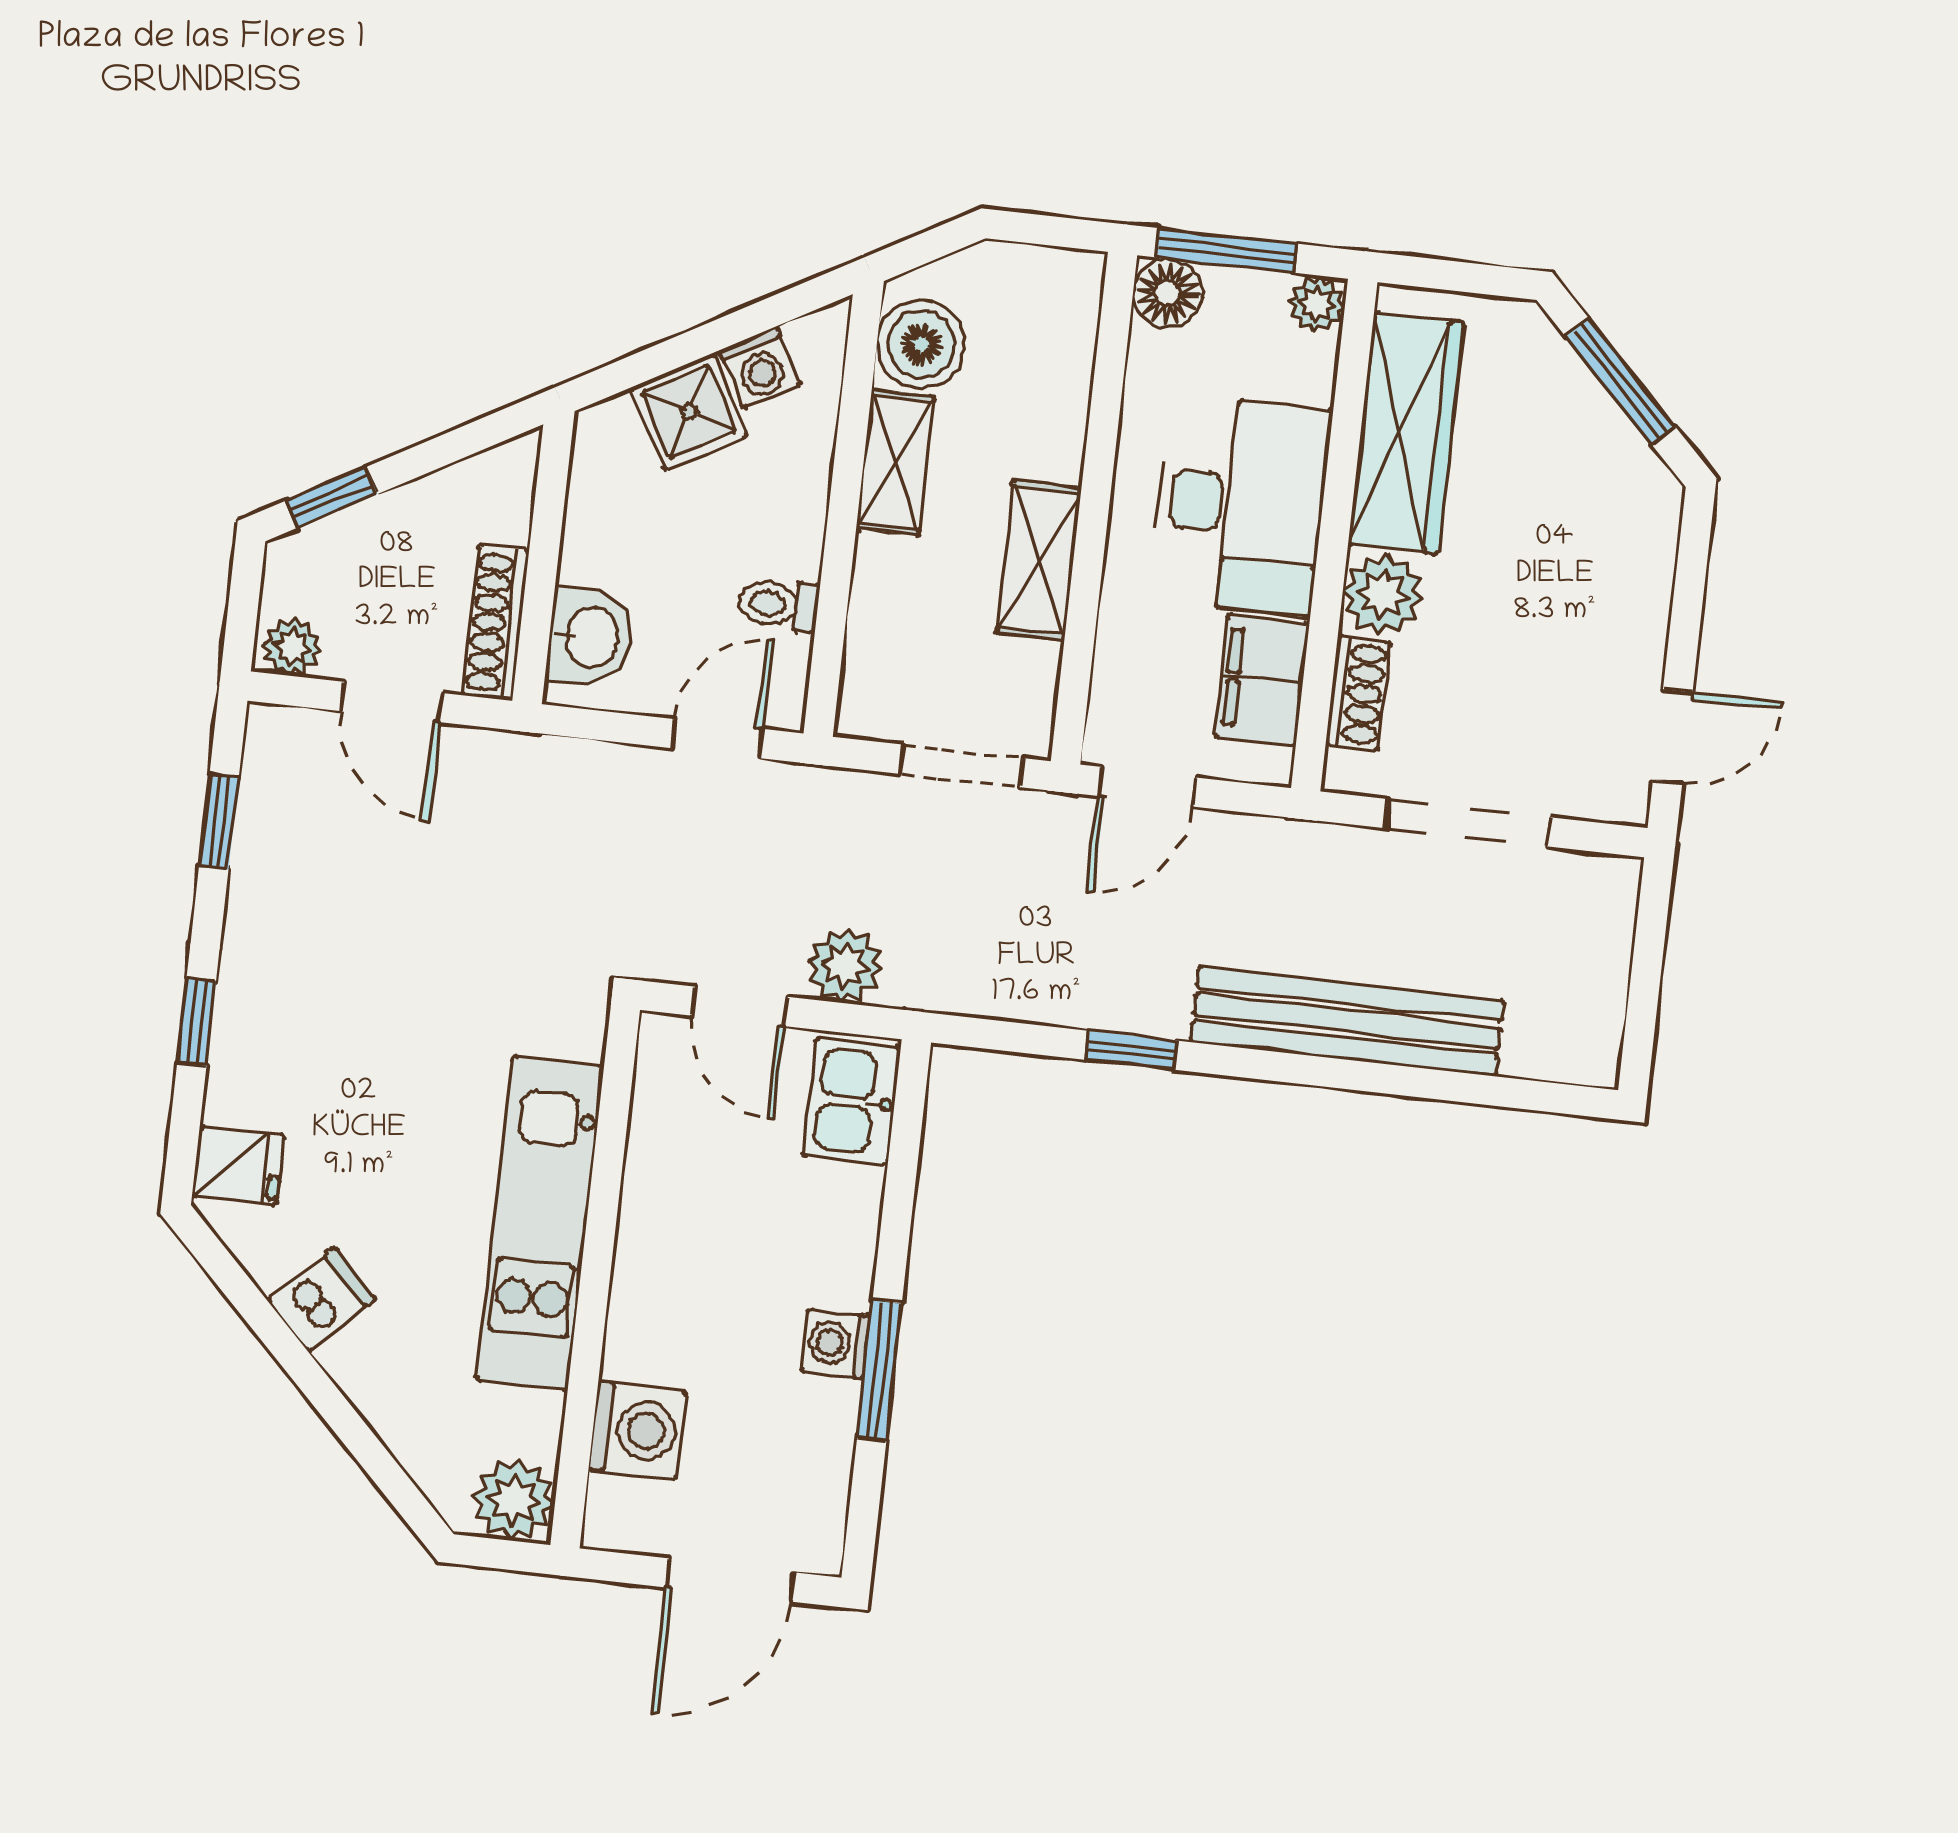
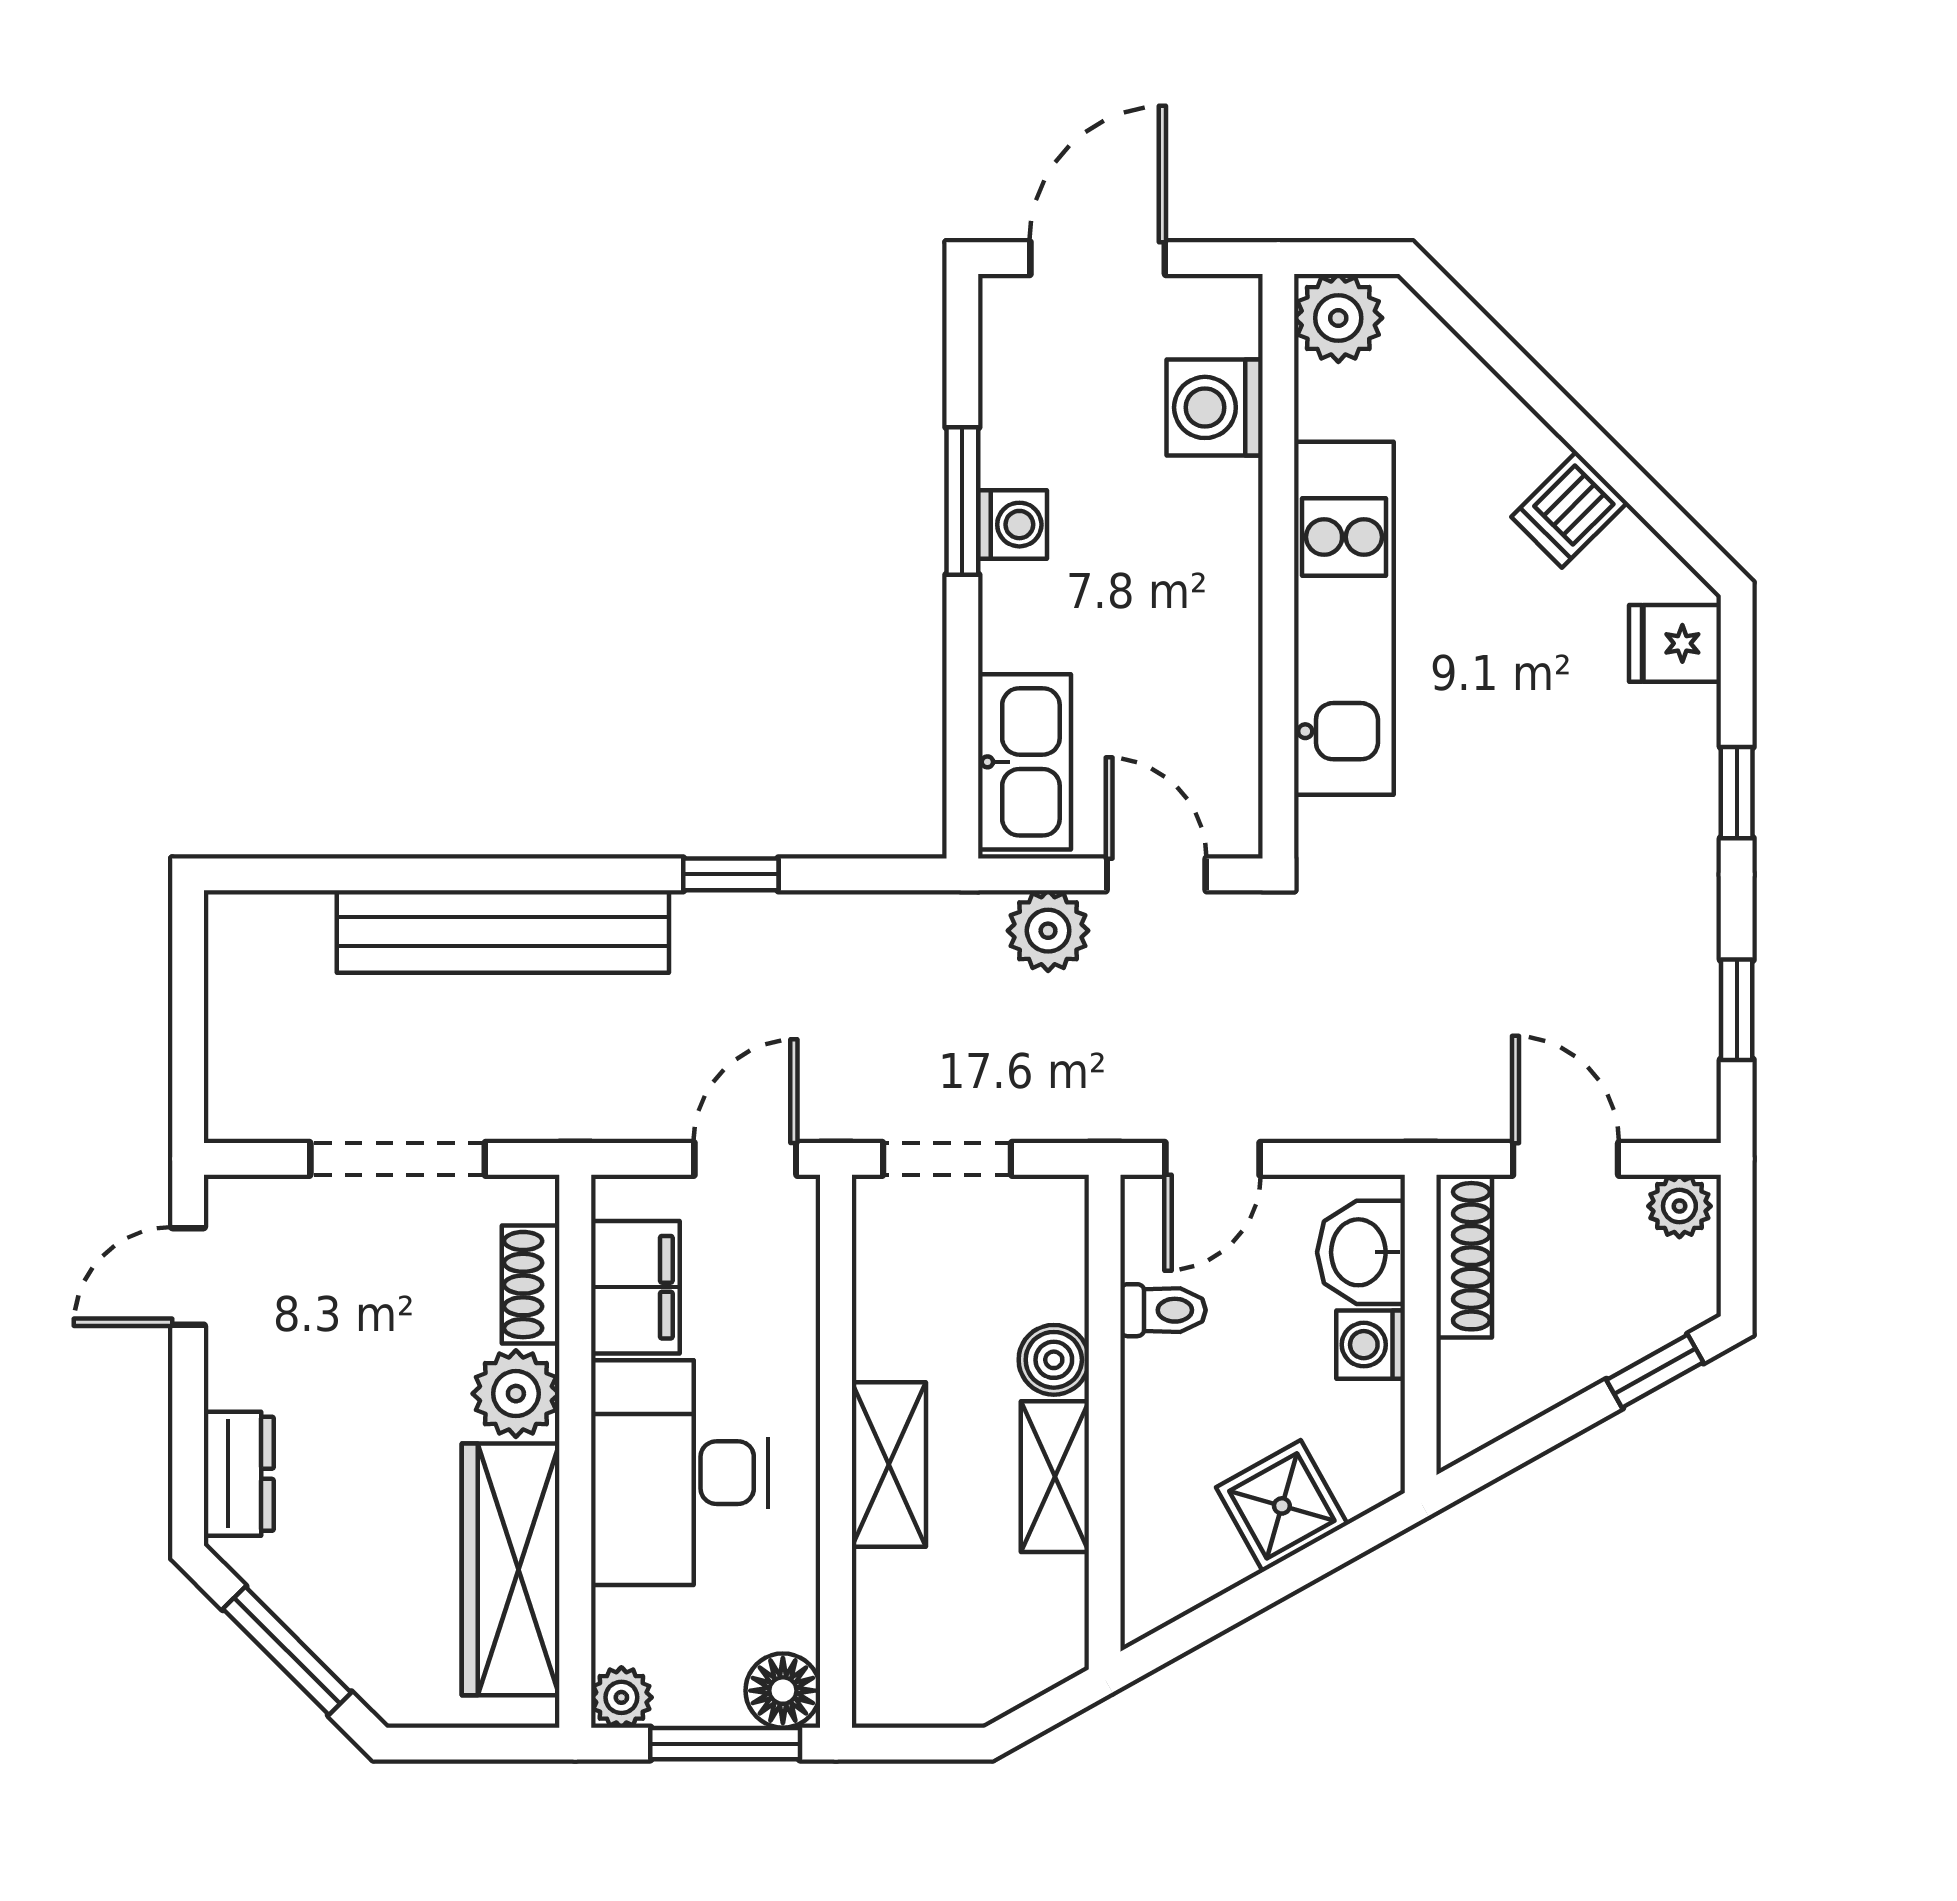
boiler: (921, 344) -> (1054, 1360), moved, width x0.73, depth x0.73
washing machine: (760, 368) -> (1371, 1345), moved, turned -61
dresser: (1646, 549) -> (239, 1474), added
shelving: (1039, 560) -> (889, 1464), moved
kitchen sink: (852, 1102) -> (1024, 762), width x1.38

